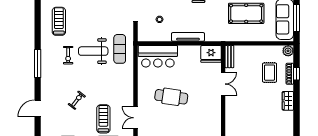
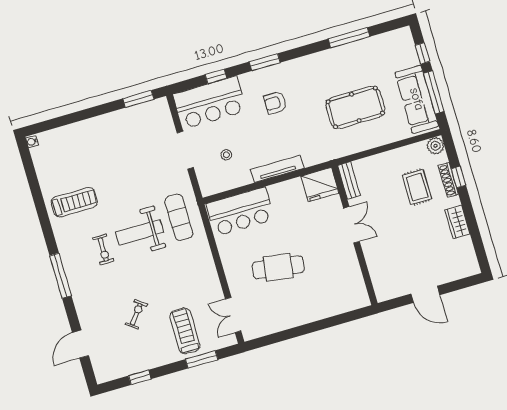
treadmill: (59, 21) -> (74, 202), turned 90

